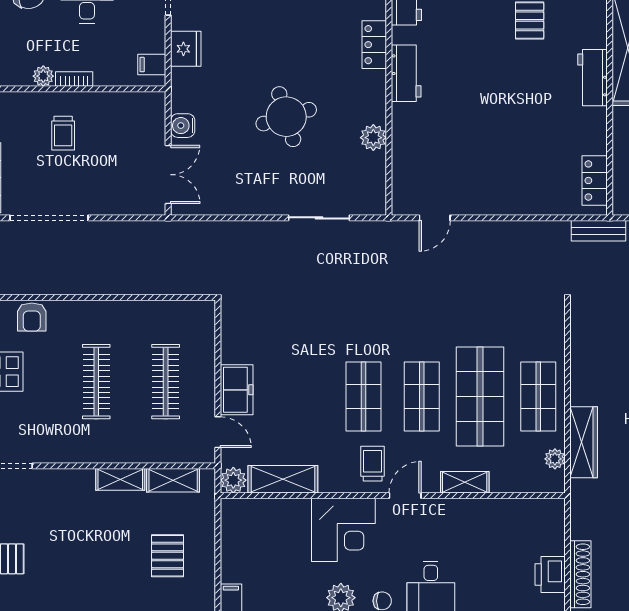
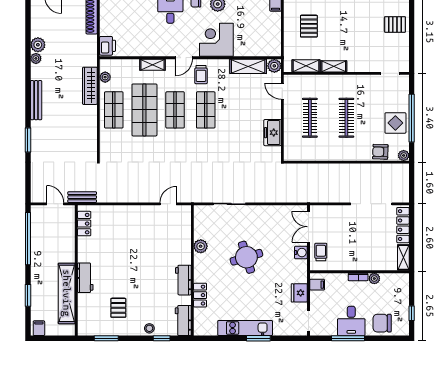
trolley: (63, 133) -> (321, 252), moved
armchair: (32, 317) -> (380, 152), turned -88
freezer: (237, 390) -> (273, 133), moved
printer: (550, 575) -> (108, 46), moved

